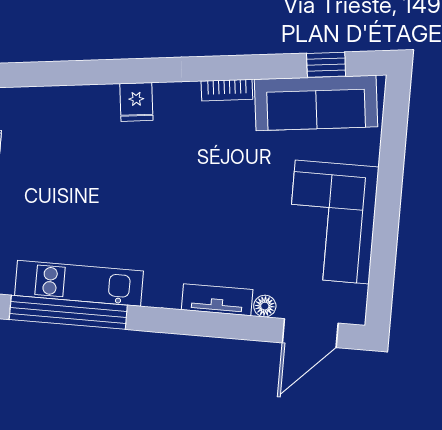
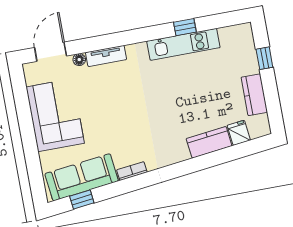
fridge: (136, 102) -> (239, 133), moved
kitchen counter: (81, 103) -> (209, 142), added
window: (68, 312) -> (185, 27), width x0.32

